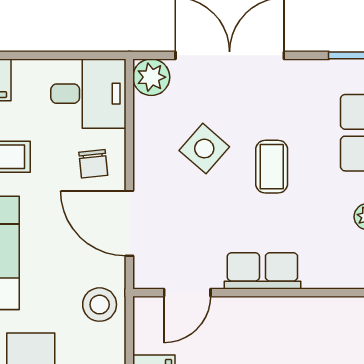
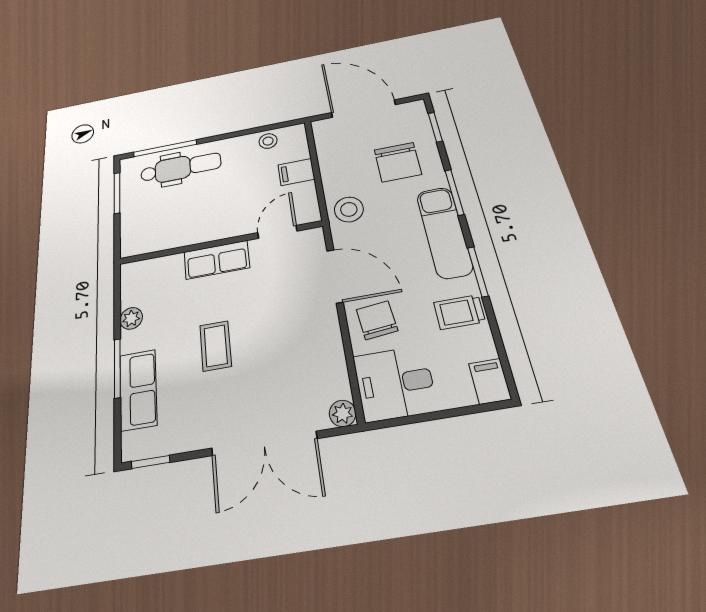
plant: (151, 77) -> (343, 413), width x0.73, depth x0.73
side table: (204, 149) -> (278, 351), removed
chair: (93, 164) -> (377, 320), width x1.37, depth x1.37

